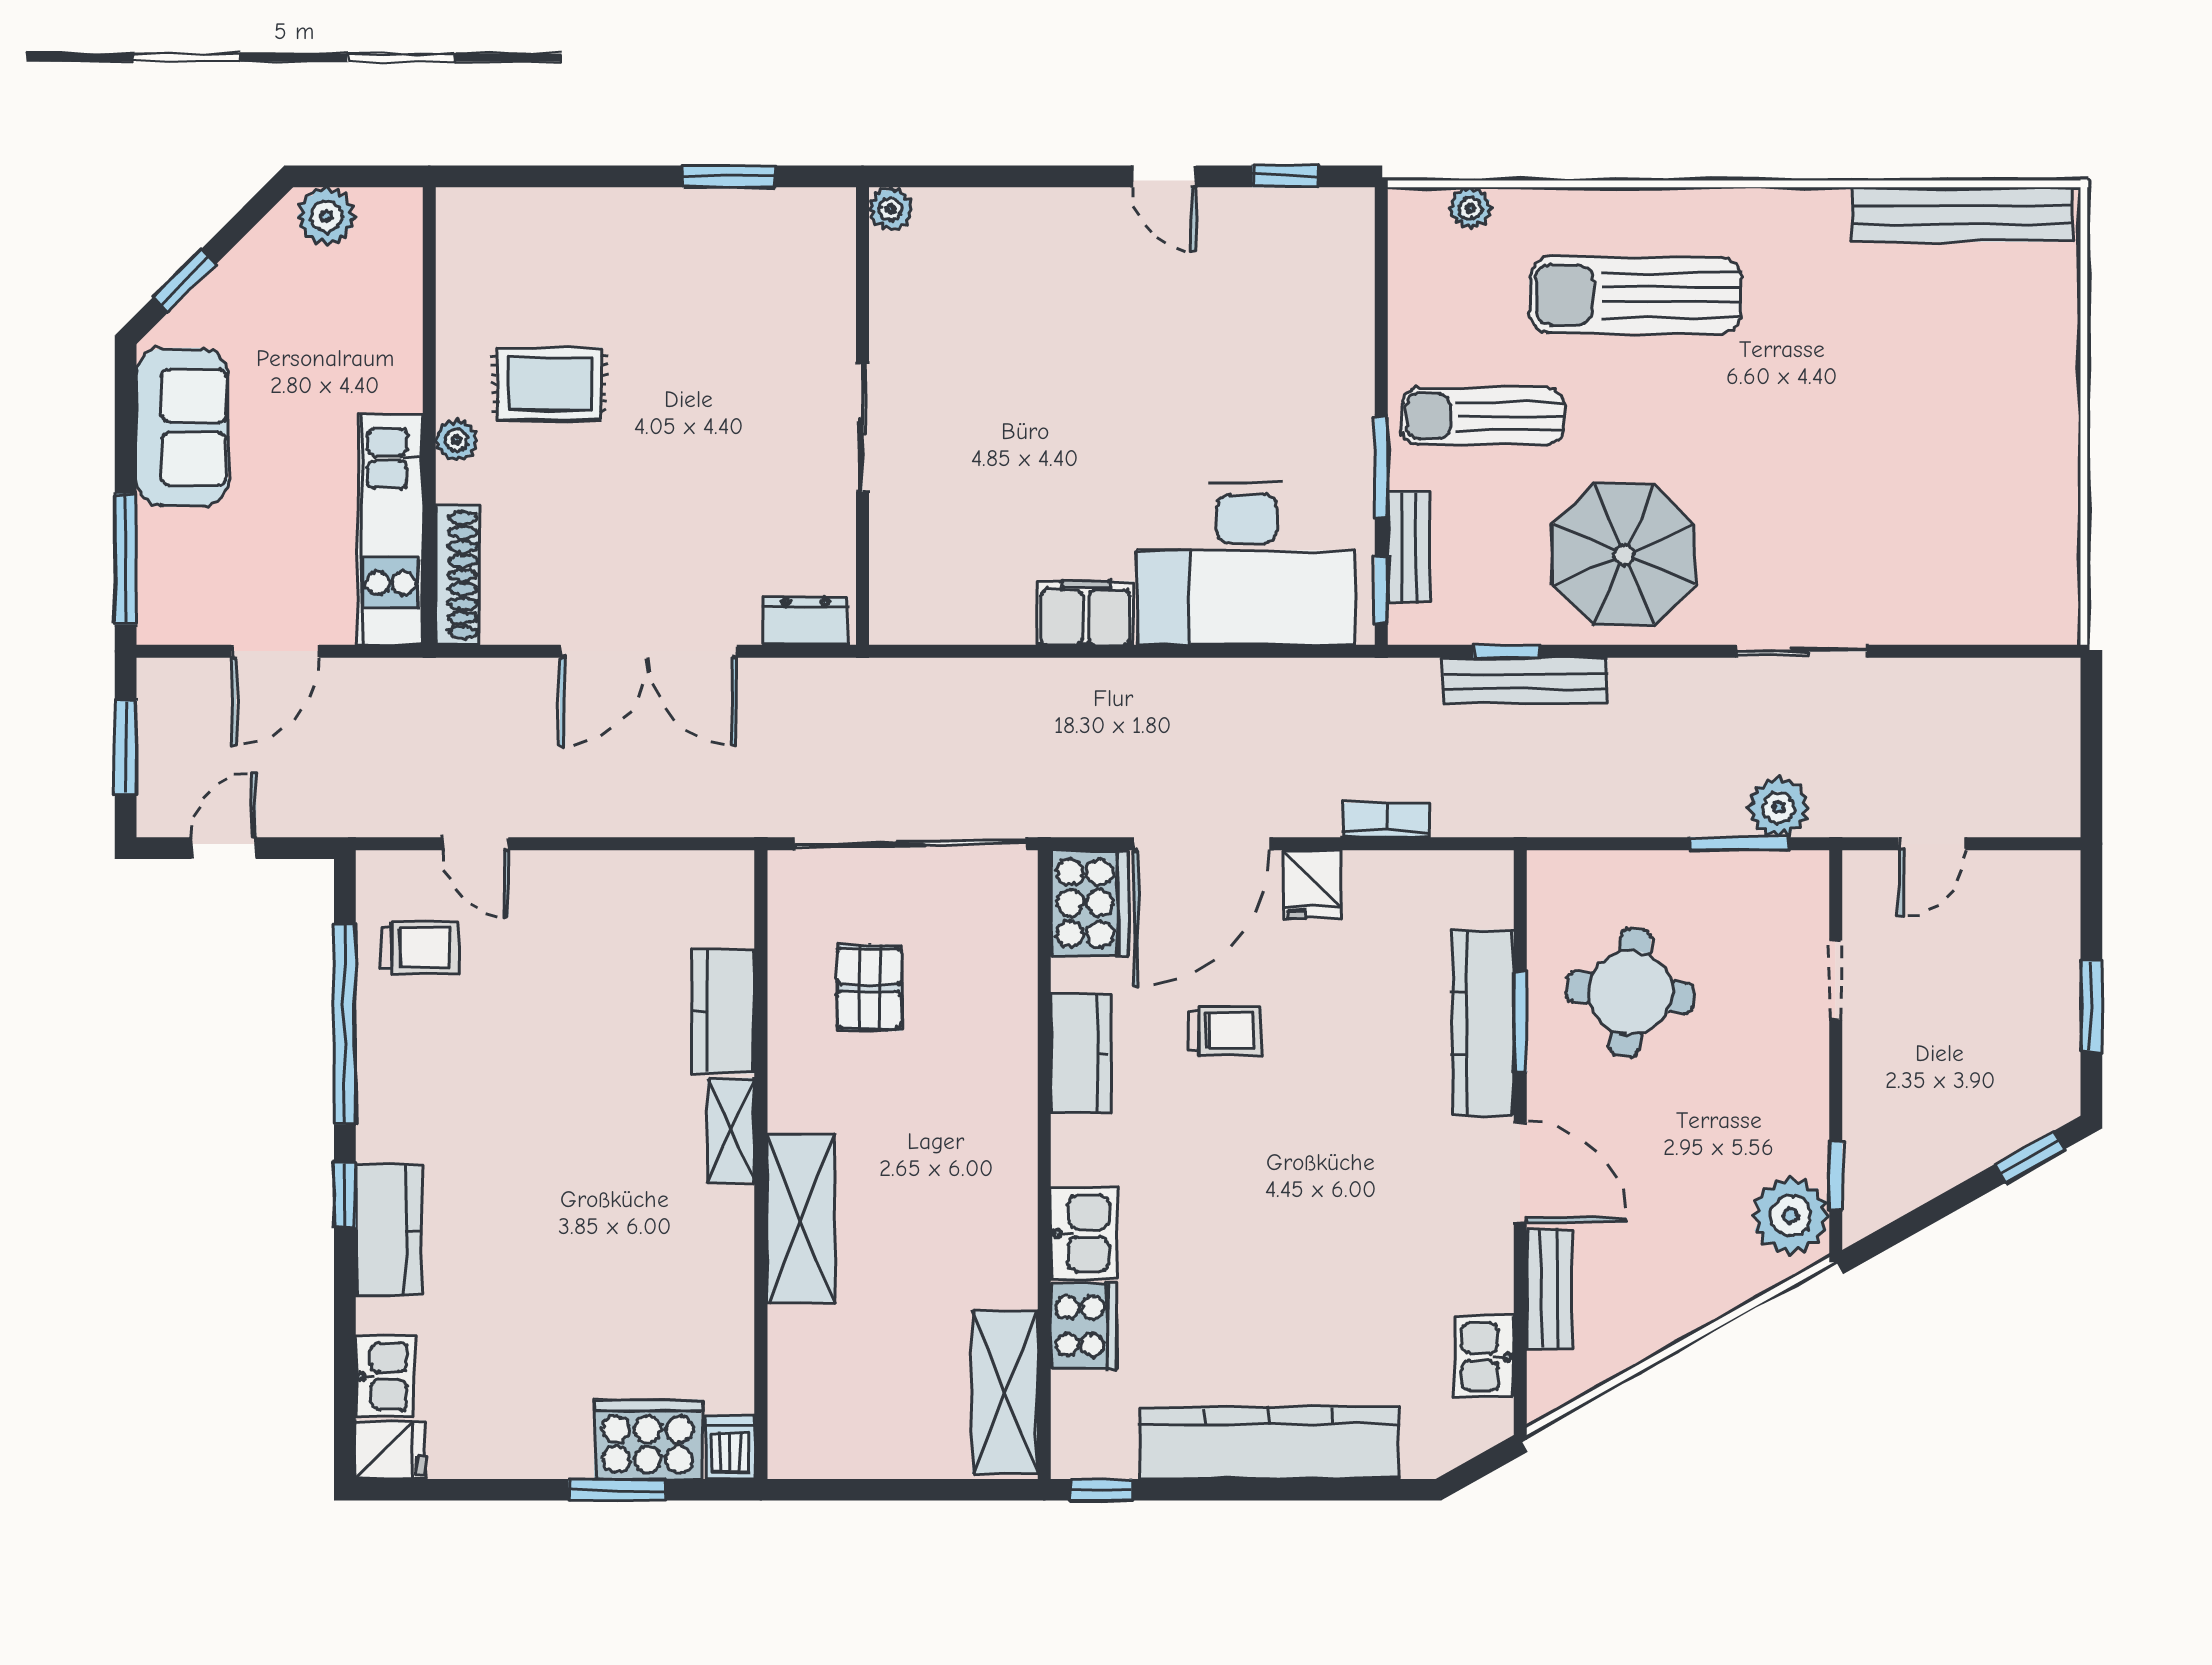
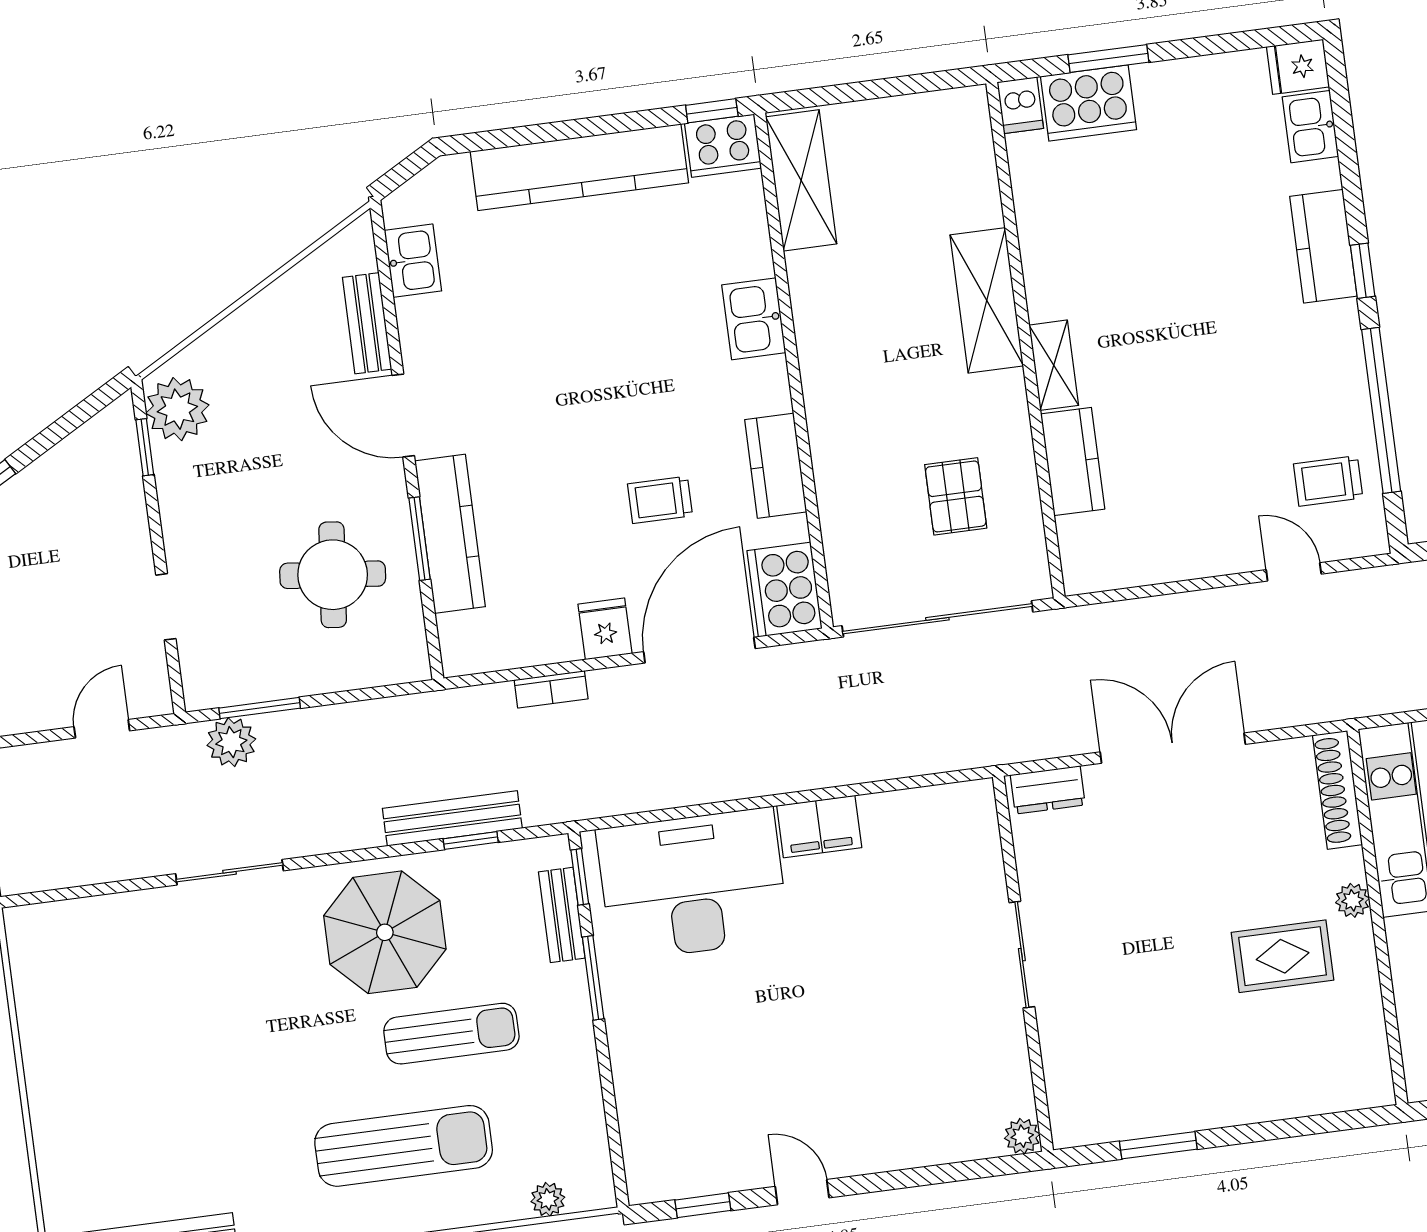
sun lounger: (1483, 416) -> (451, 1034), moved
cooker: (1084, 1326) -> (723, 146), moved, turned -90

